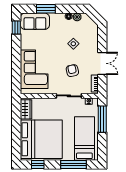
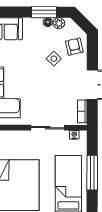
window: (46, 9) -> (44, 12), moved
armchair: (72, 71) -> (74, 47), moved
window: (102, 119) -> (92, 173), moved

